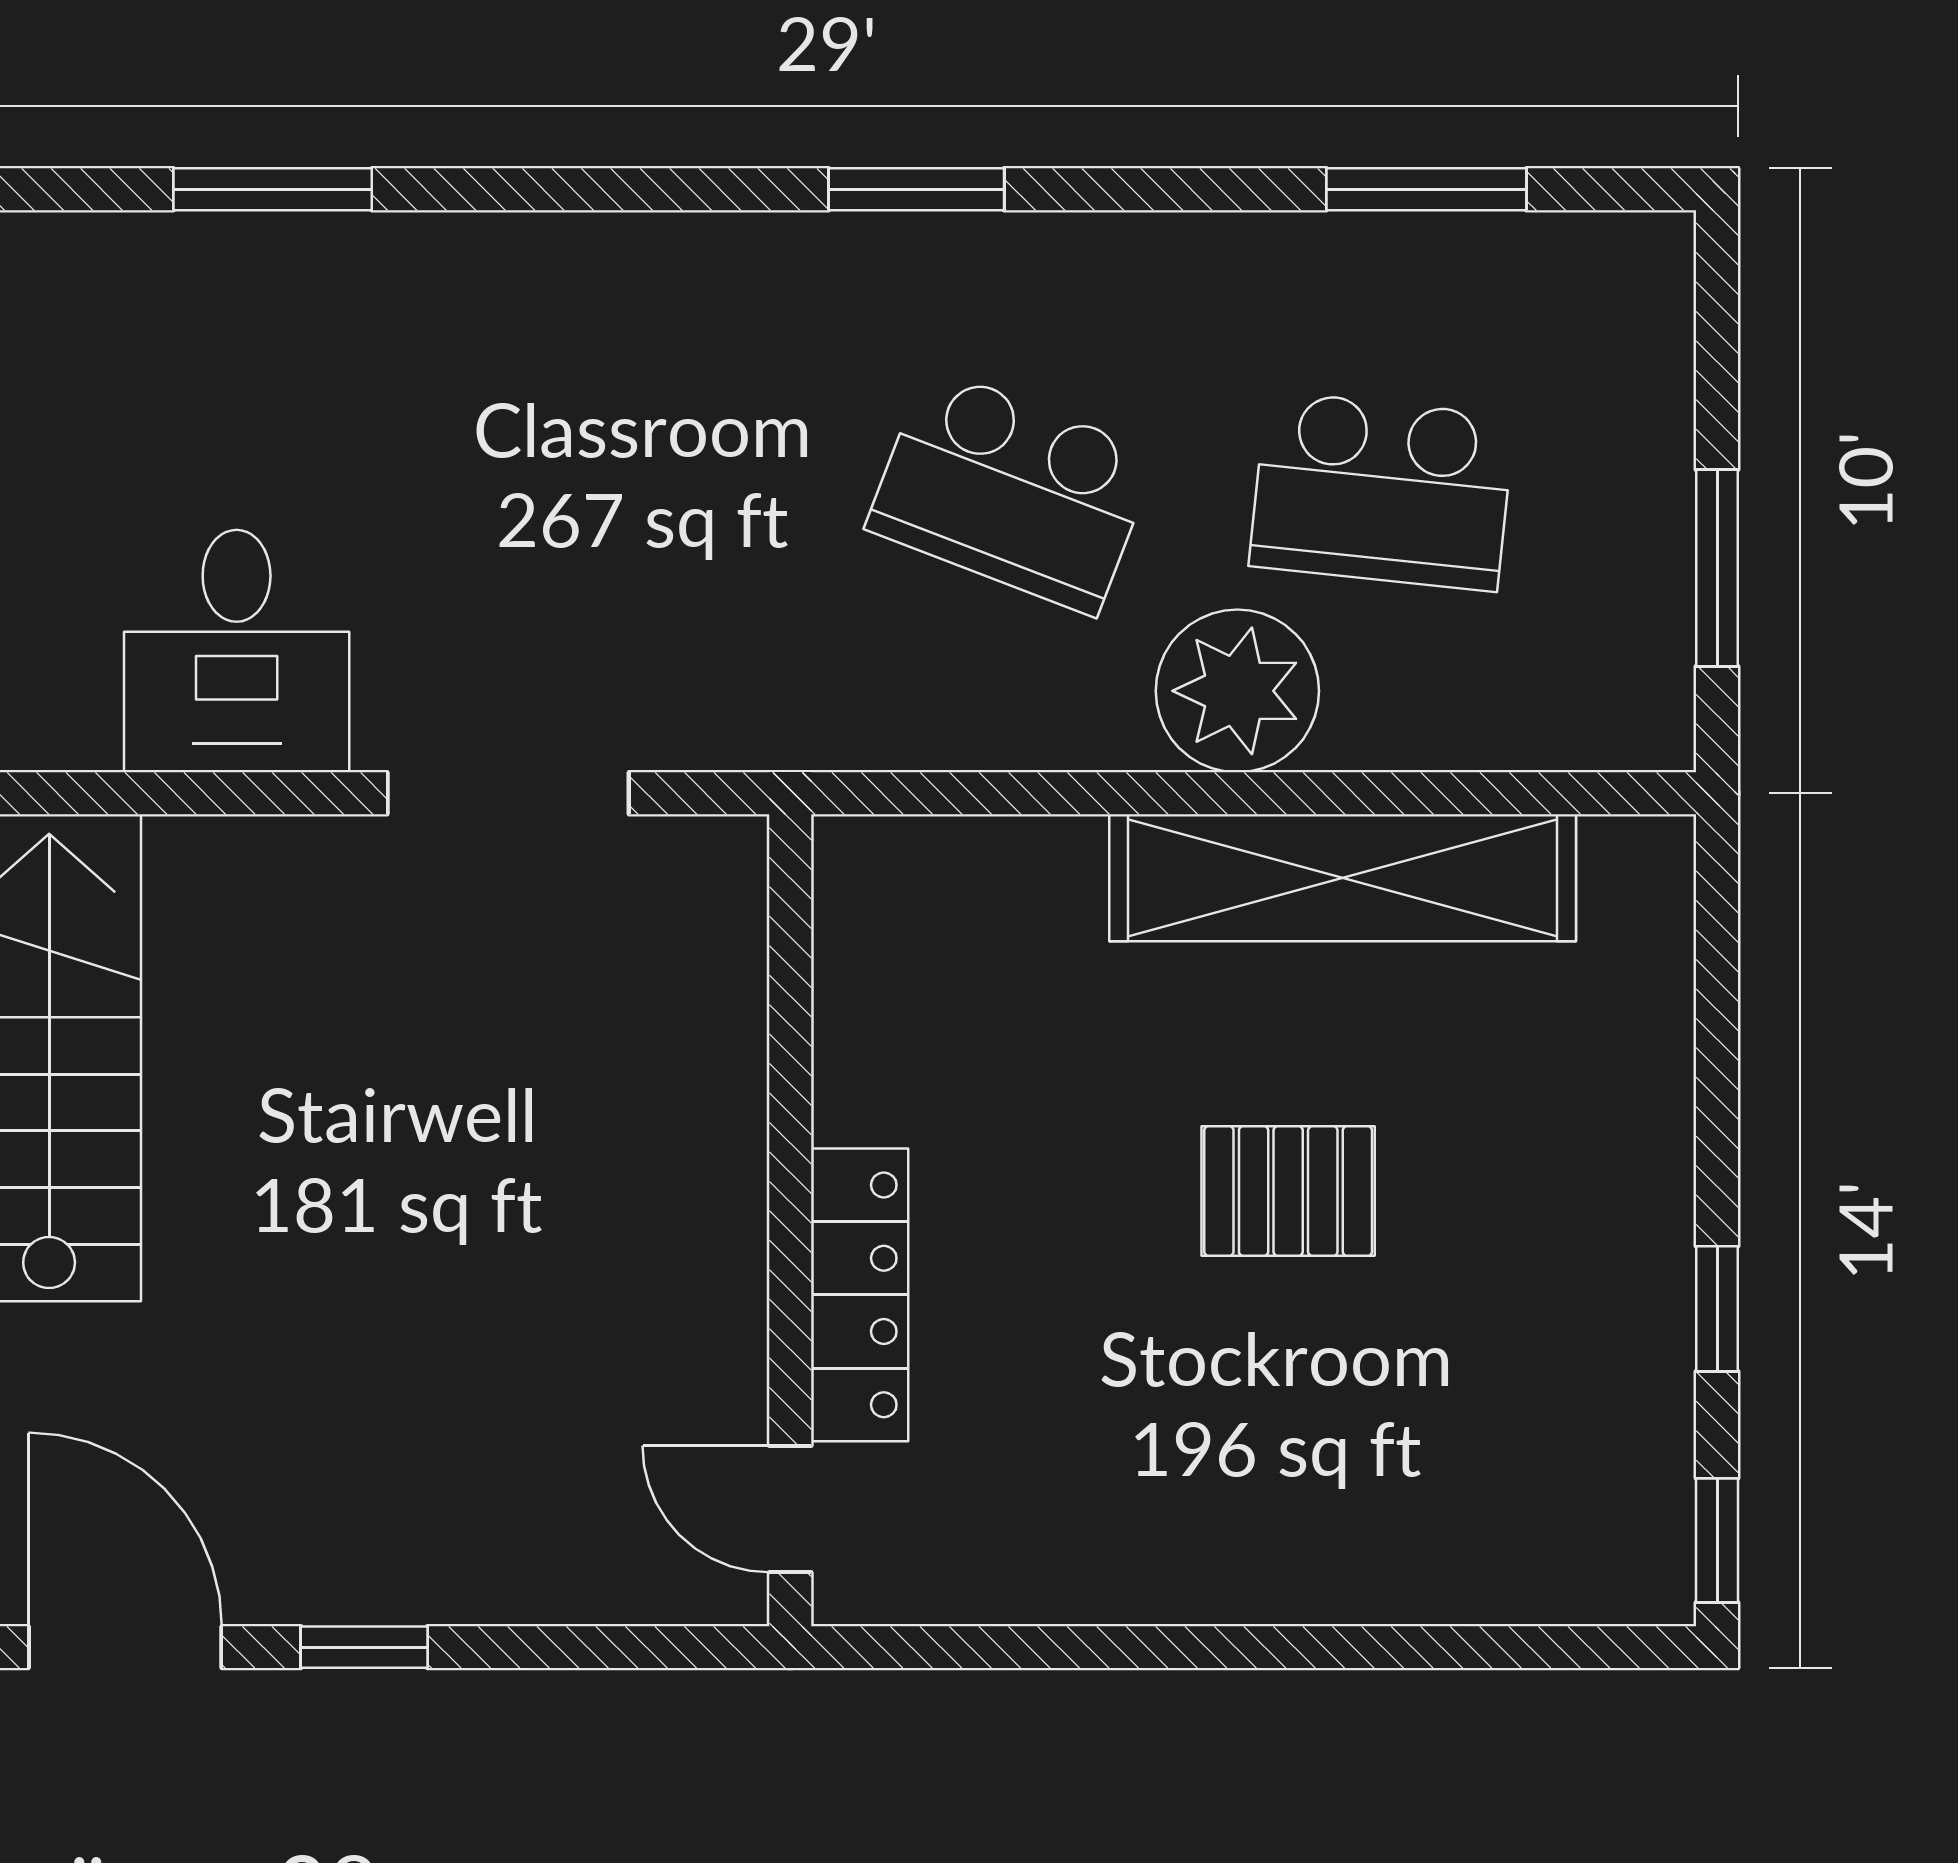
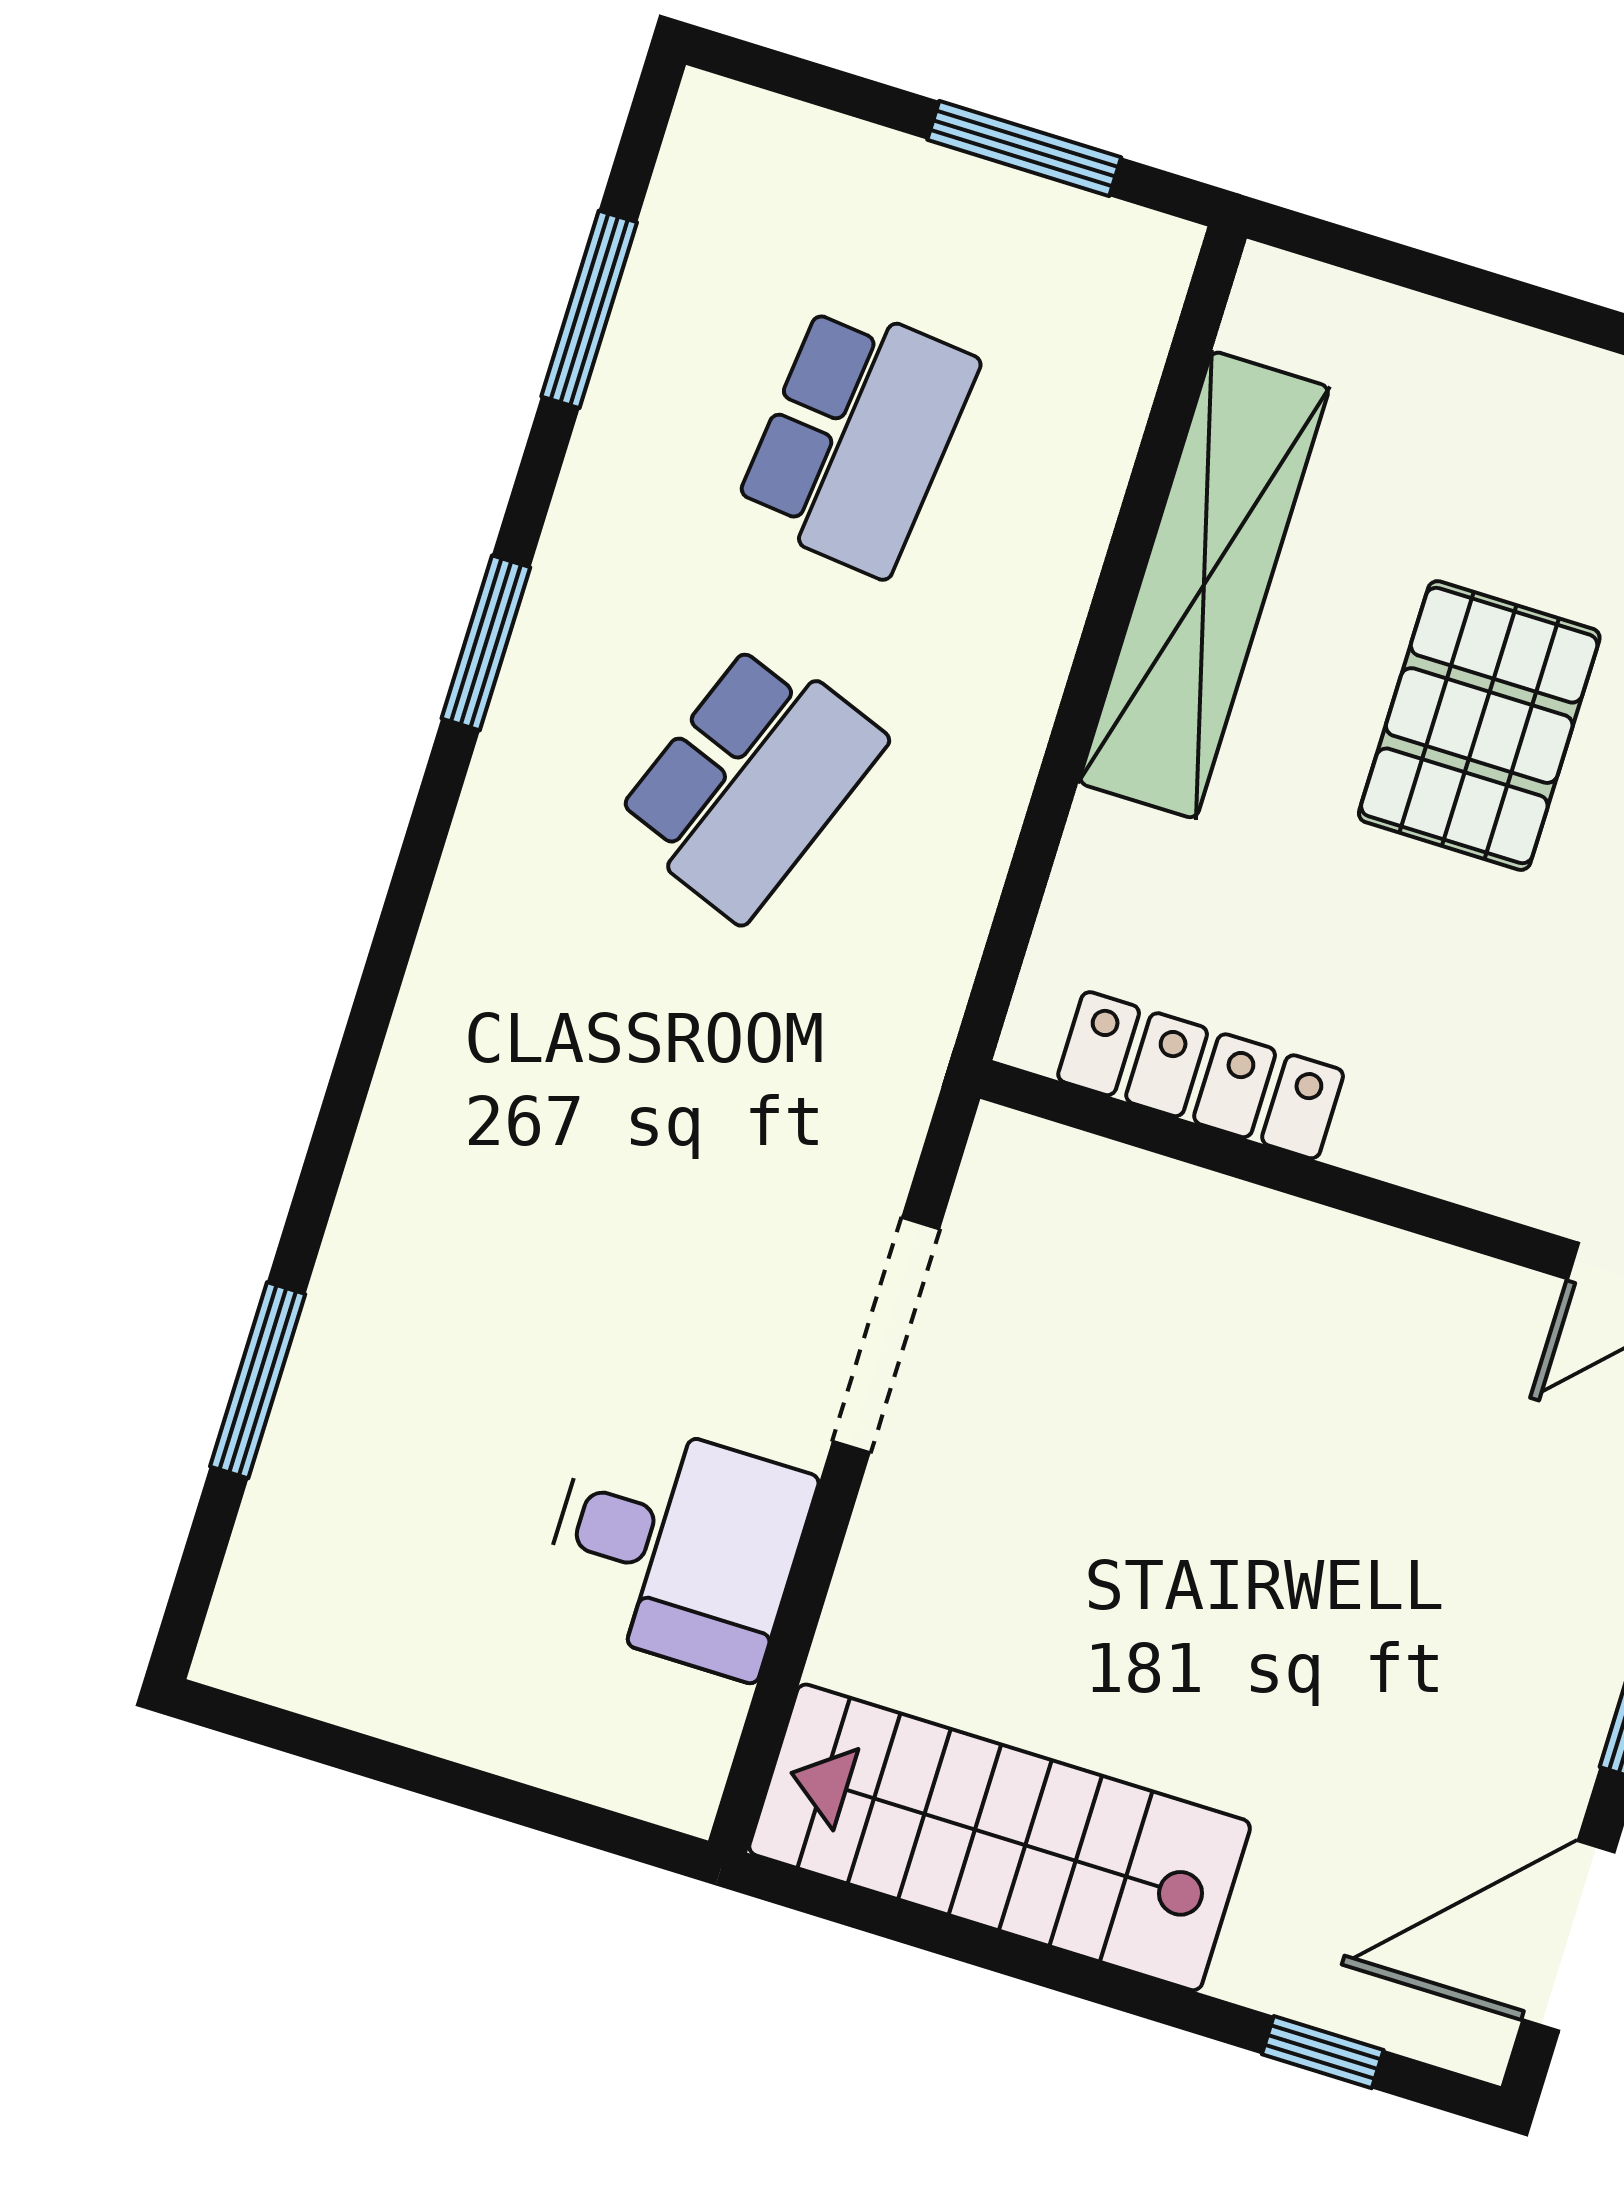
window: (916, 189) -> (486, 643), moved
plant: (1237, 691) -> (1000, 629), removed
pallet: (1288, 1191) -> (1479, 726), width x1.50, depth x1.42
locker: (860, 1295) -> (1201, 1075), moved

